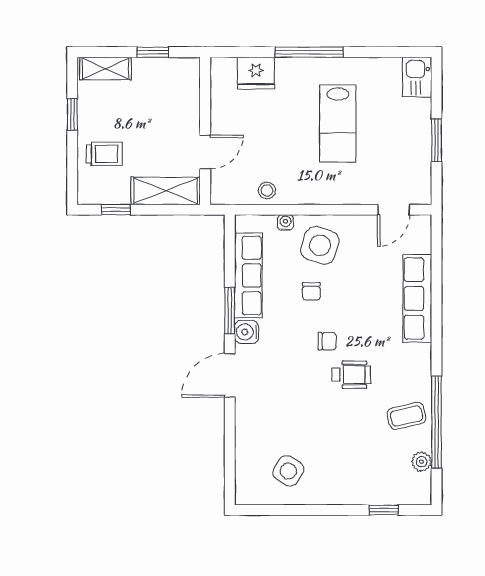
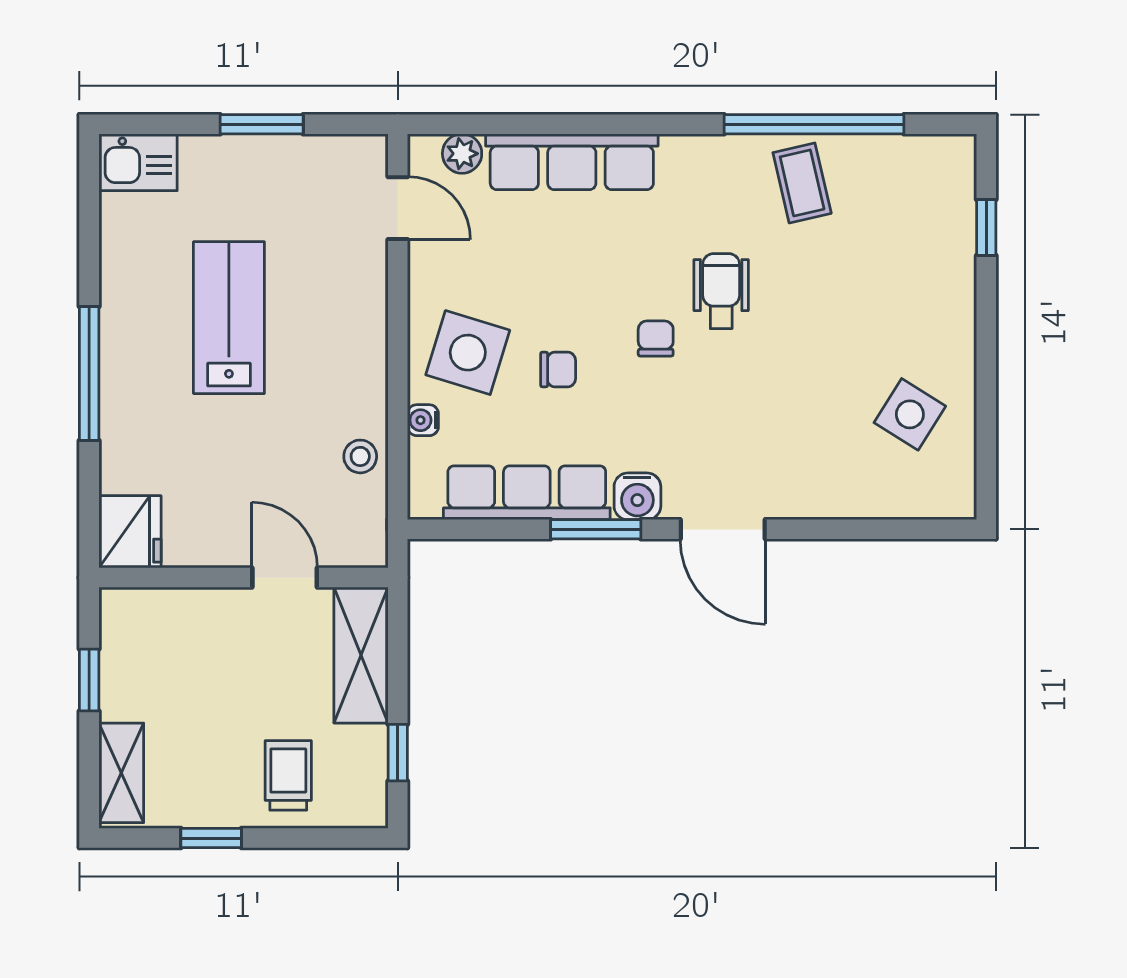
fridge: (256, 73) -> (130, 532), moved
lab bench: (338, 124) -> (229, 318), turned -90
plant: (422, 462) -> (462, 154), moved

